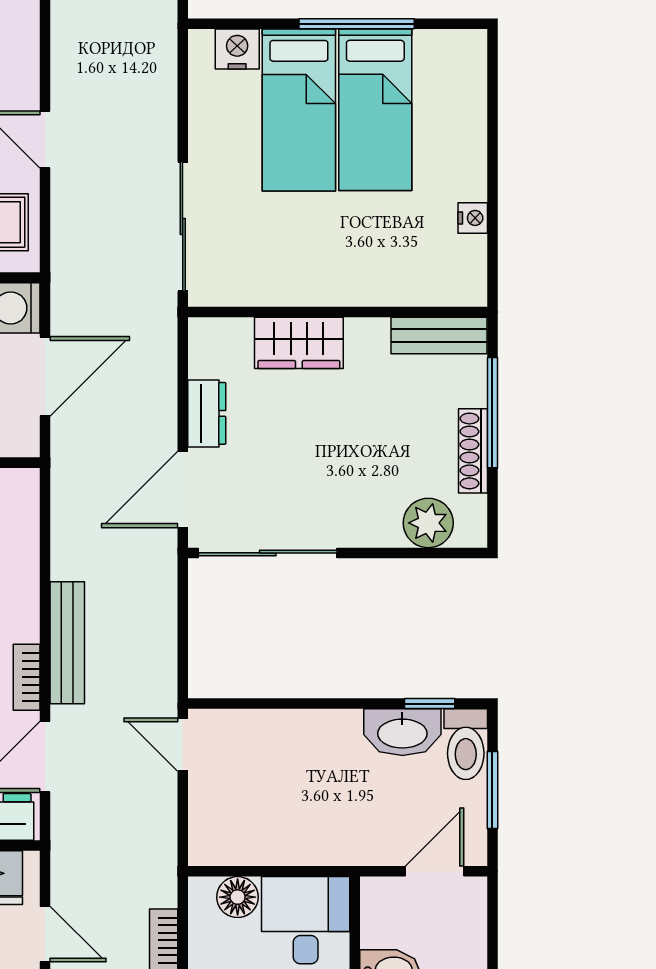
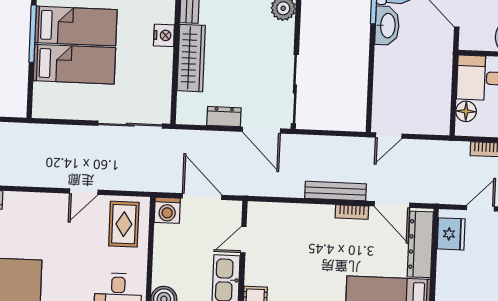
nightstand: (237, 49) -> (164, 35), moved, turned 180
wardrobe: (299, 343) -> (191, 58), width x1.50

